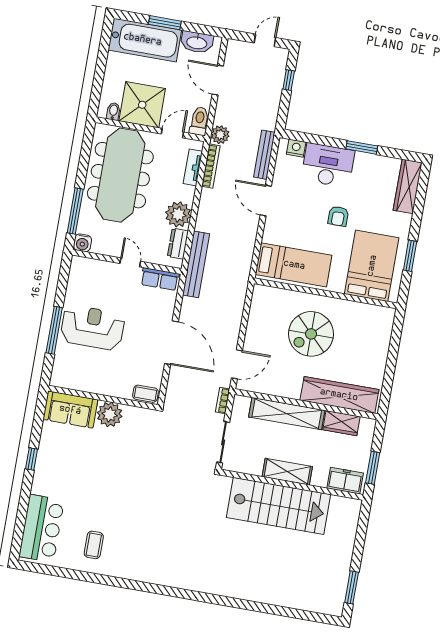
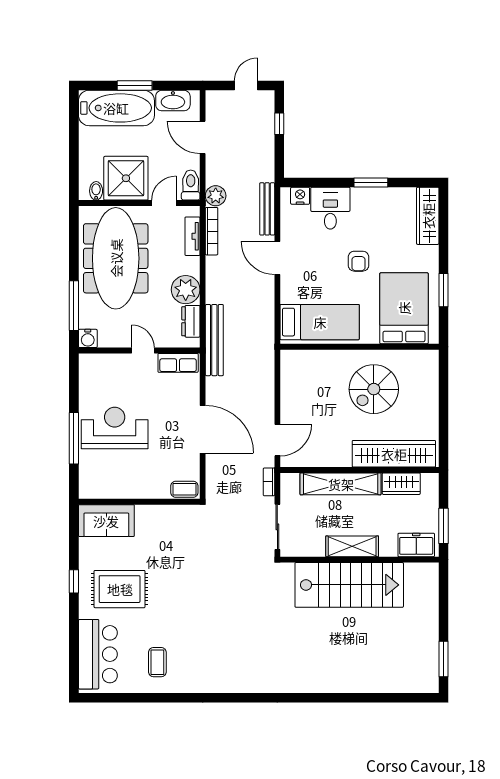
desk: (328, 165) -> (330, 208), width x0.73
spiral stairs: (311, 334) -> (374, 389), moved
plant: (110, 414) -> (150, 518), removed
rug: (71, 473) -> (120, 589), added

